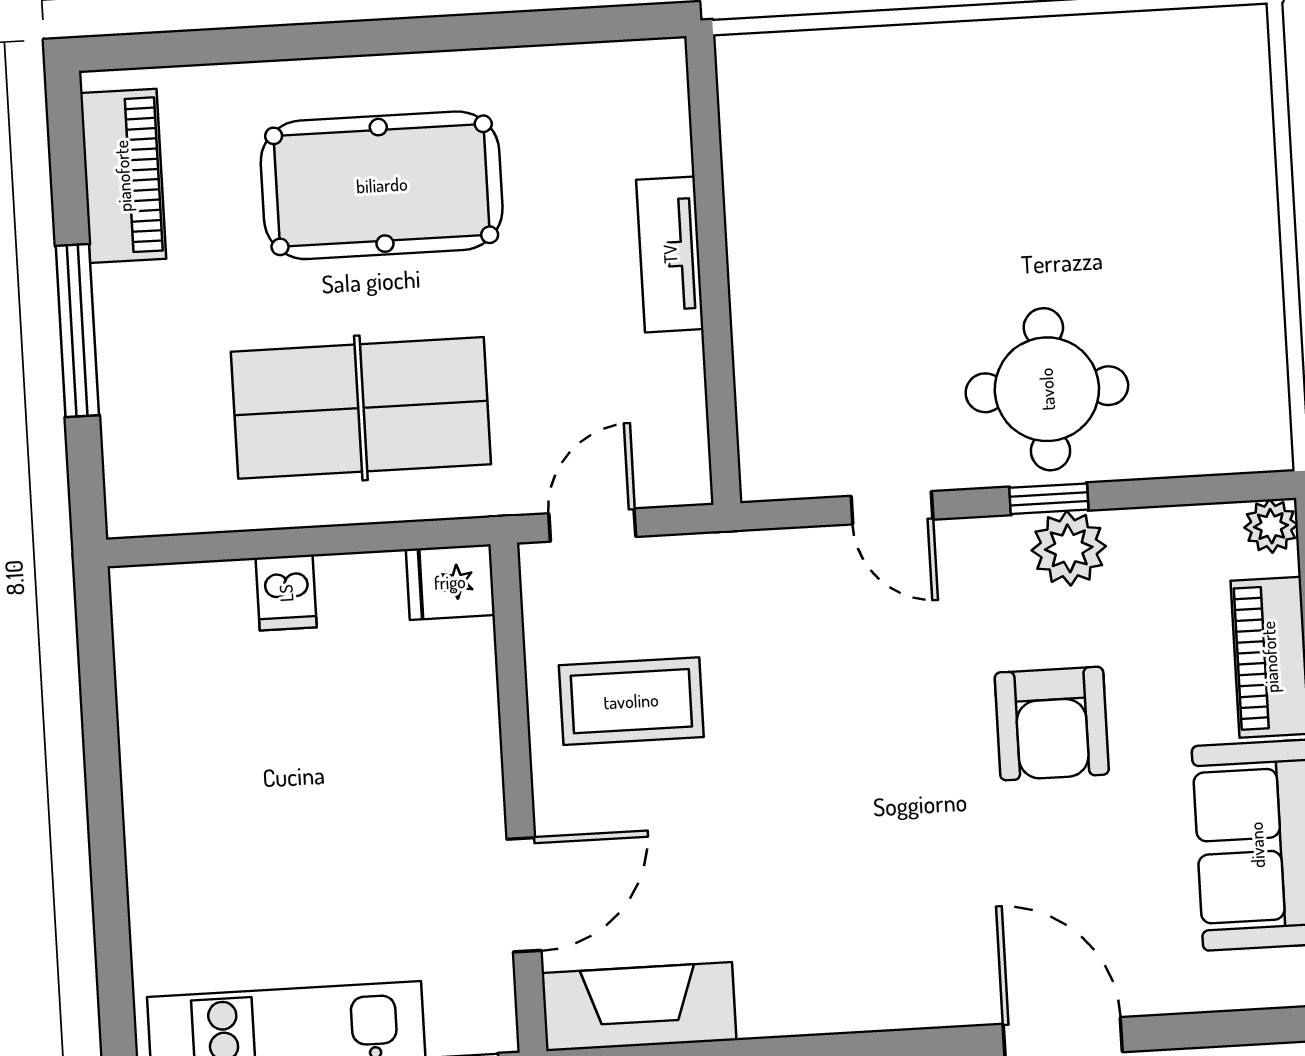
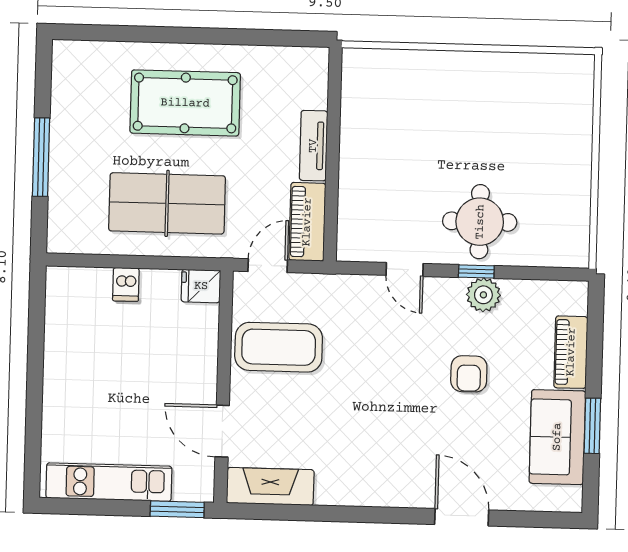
piano: (123, 176) -> (307, 222), moved, turned 180
plant: (1271, 526) -> (576, 293), removed
coffee table: (631, 701) -> (279, 347), width x1.36, depth x1.32
armchair: (1052, 724) -> (469, 374), width x0.72, depth x0.72
door: (524, 895) -> (222, 431), swing flipped

